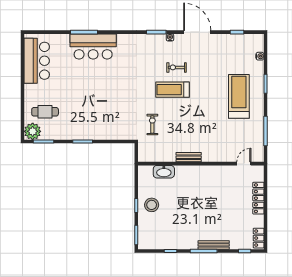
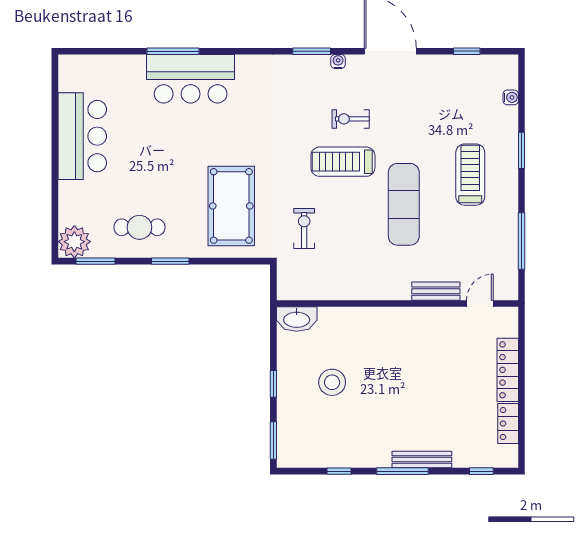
bar counter: (37, 61) -> (82, 136), moved
treadmill: (239, 96) -> (470, 175), width x0.73, depth x0.73
cafe table: (45, 112) -> (139, 227), moved
exercise mat: (204, 112) -> (404, 204), added
pool table: (114, 113) -> (231, 206), added
bench: (189, 157) -> (436, 291), moved
washbasin: (164, 172) -> (297, 319), moved
stool: (152, 205) -> (332, 382), moved
locker: (259, 238) -> (508, 424), moved

